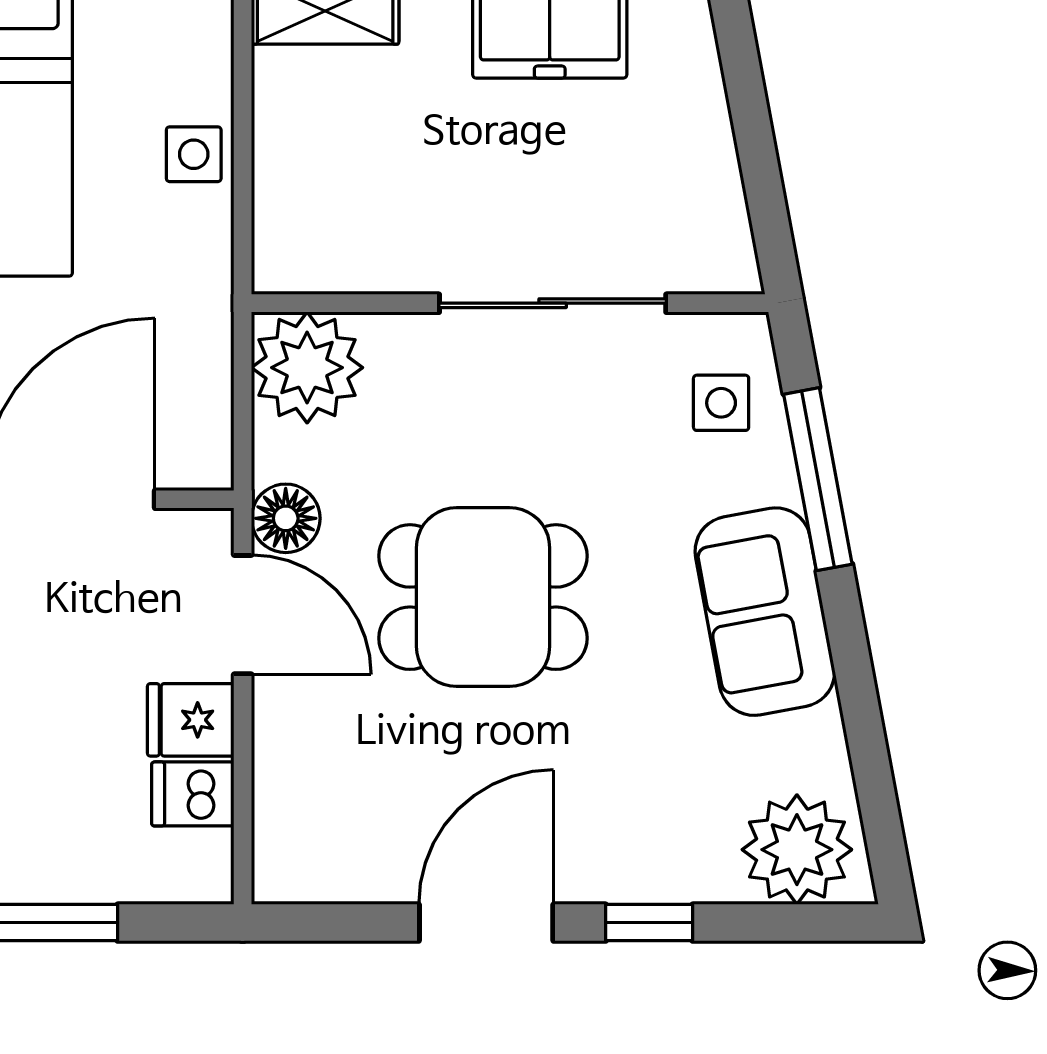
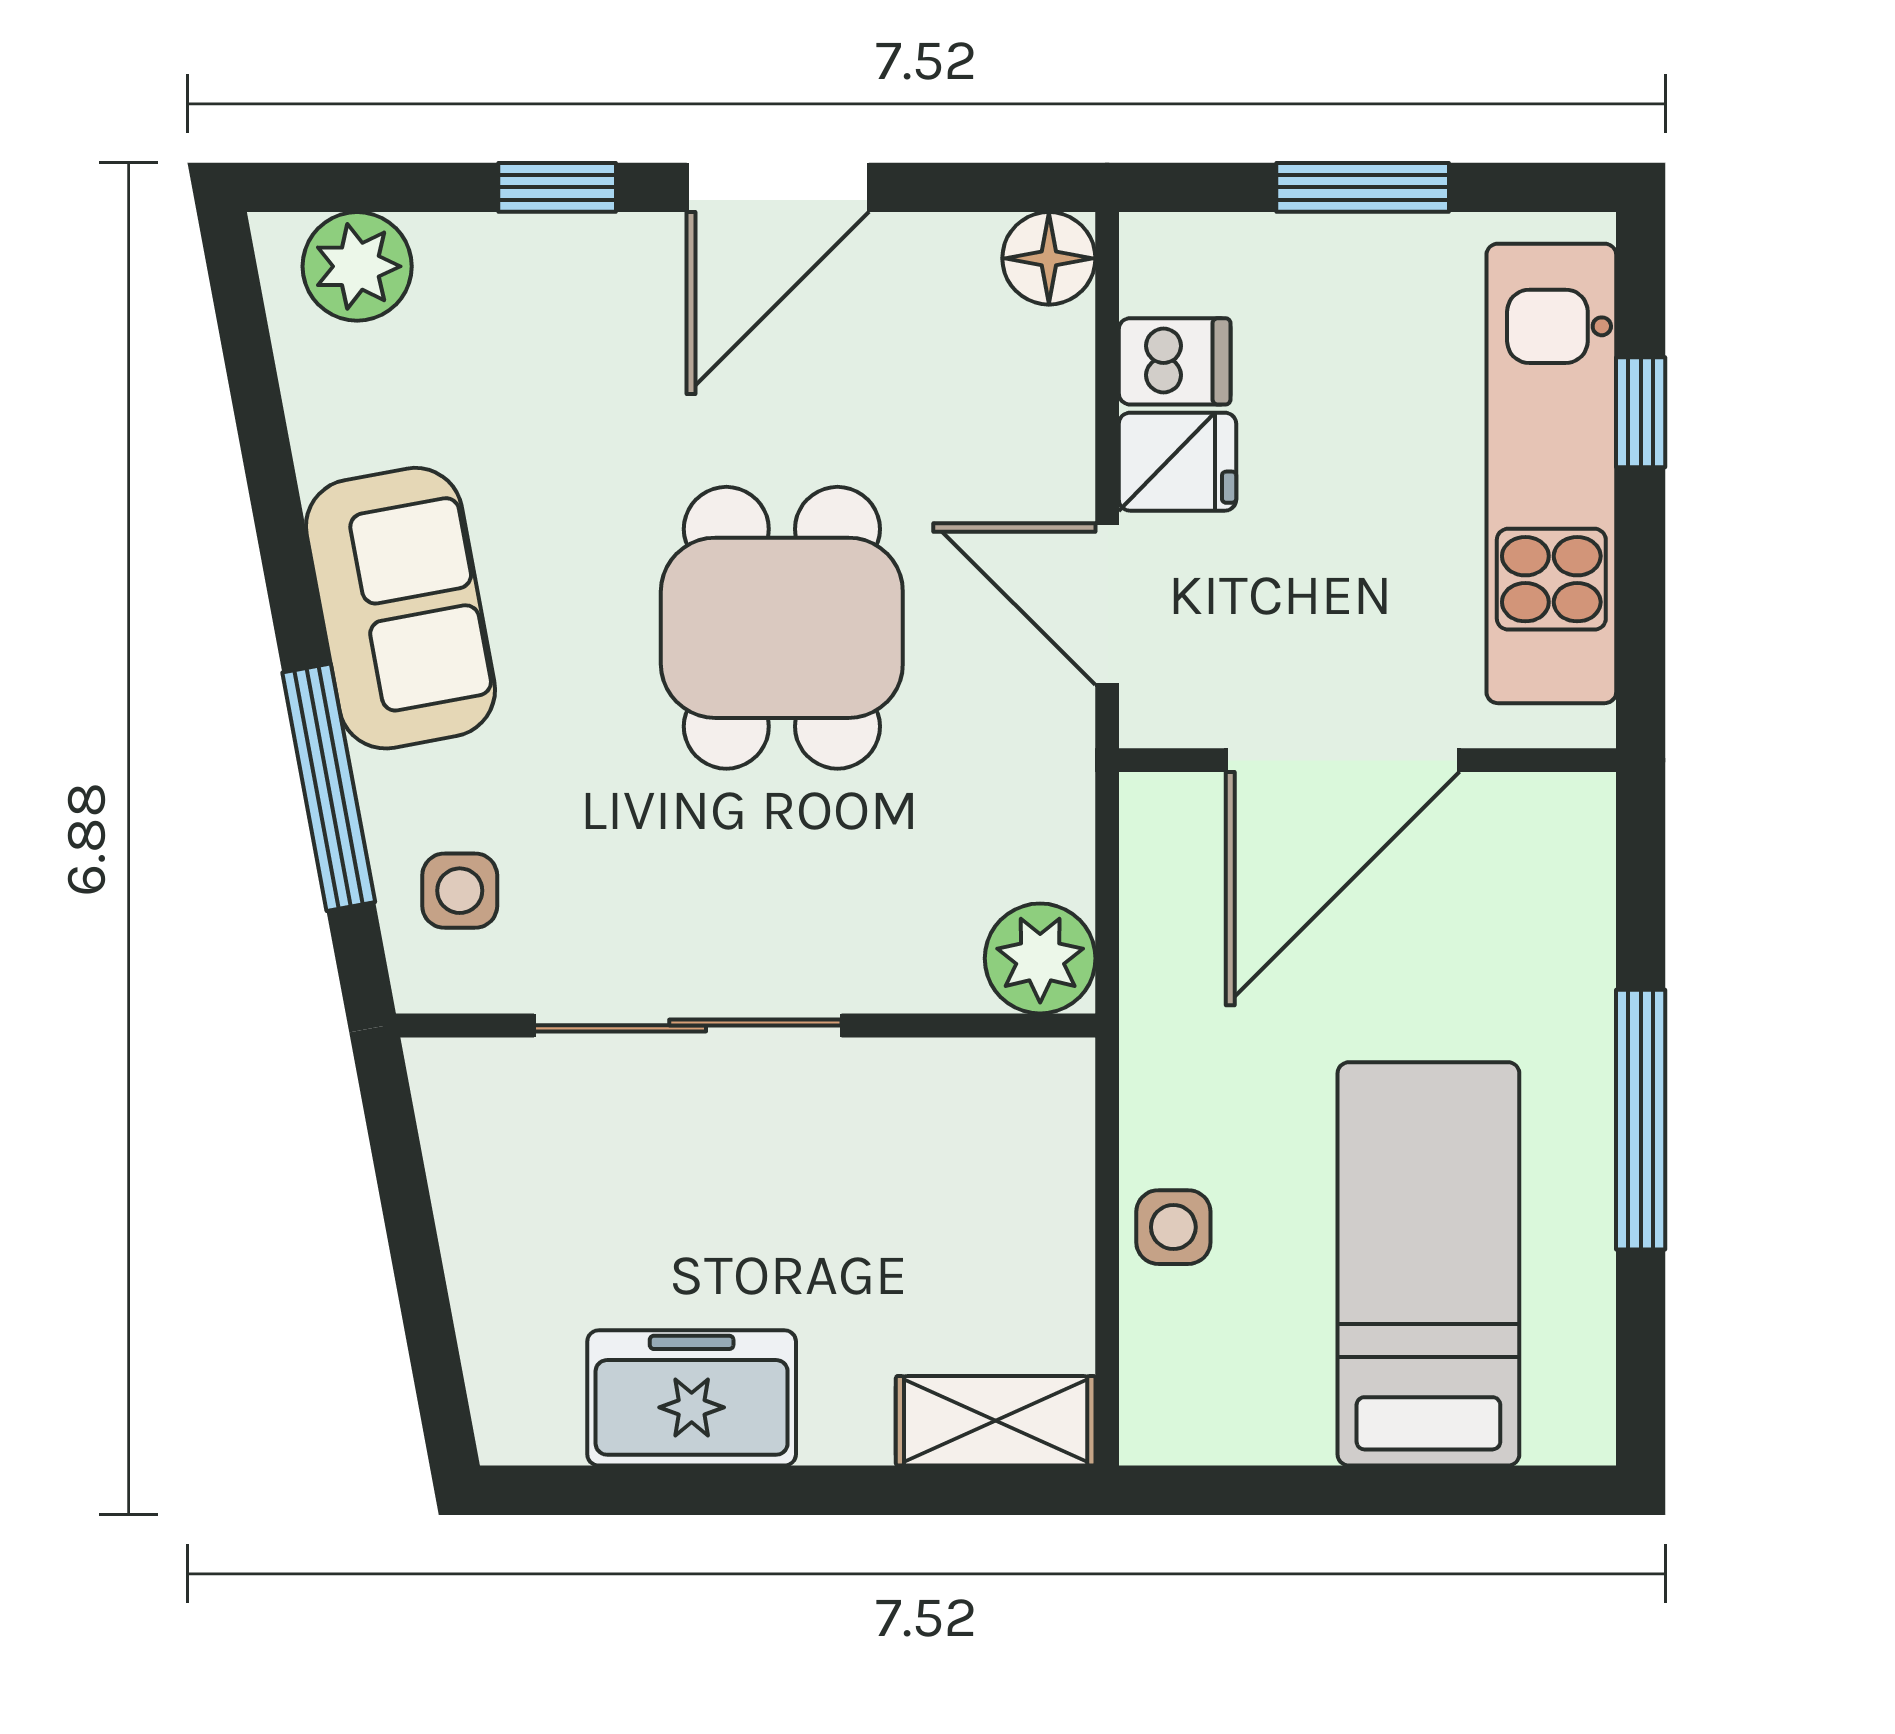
plant: (307, 368) -> (1040, 958), width x0.73, depth x0.73
floor lamp: (286, 518) -> (1049, 258), moved
dining table: (483, 597) -> (782, 628), turned 90
plant: (797, 850) -> (357, 266), width x0.73, depth x0.73

